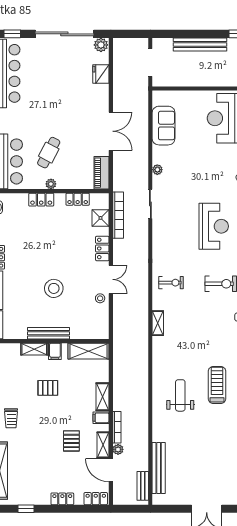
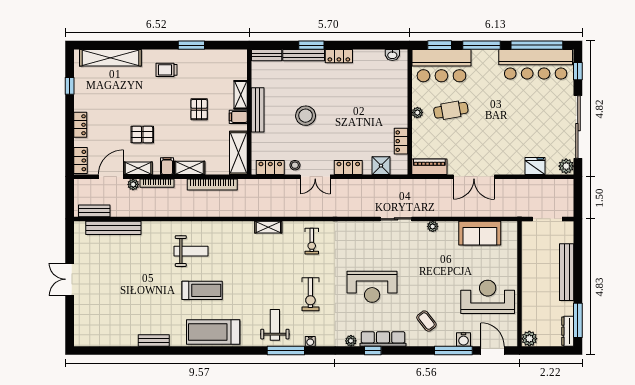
cafe table: (49, 153) -> (451, 110), turned -38
locker: (41, 200) -> (270, 168), moved, turned 90
bookcase: (118, 215) -> (212, 184), moved

